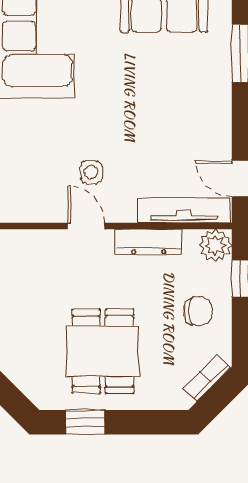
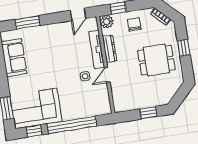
tv unit: (184, 210) -> (97, 49), moved
window: (85, 422) -> (184, 48), moved

